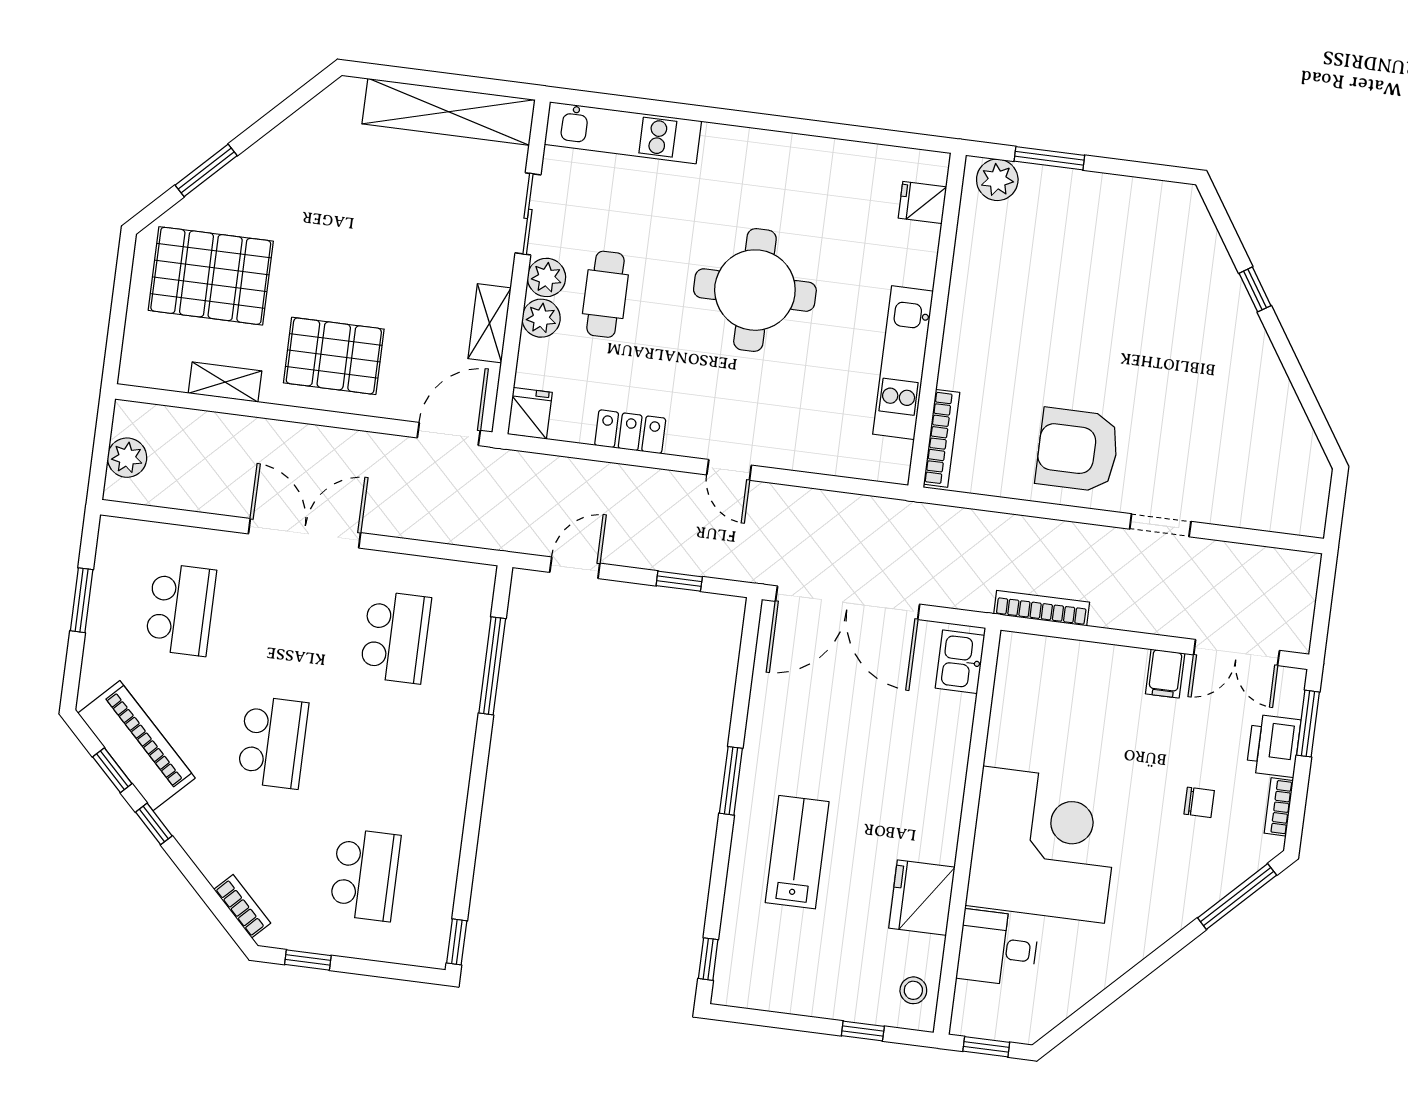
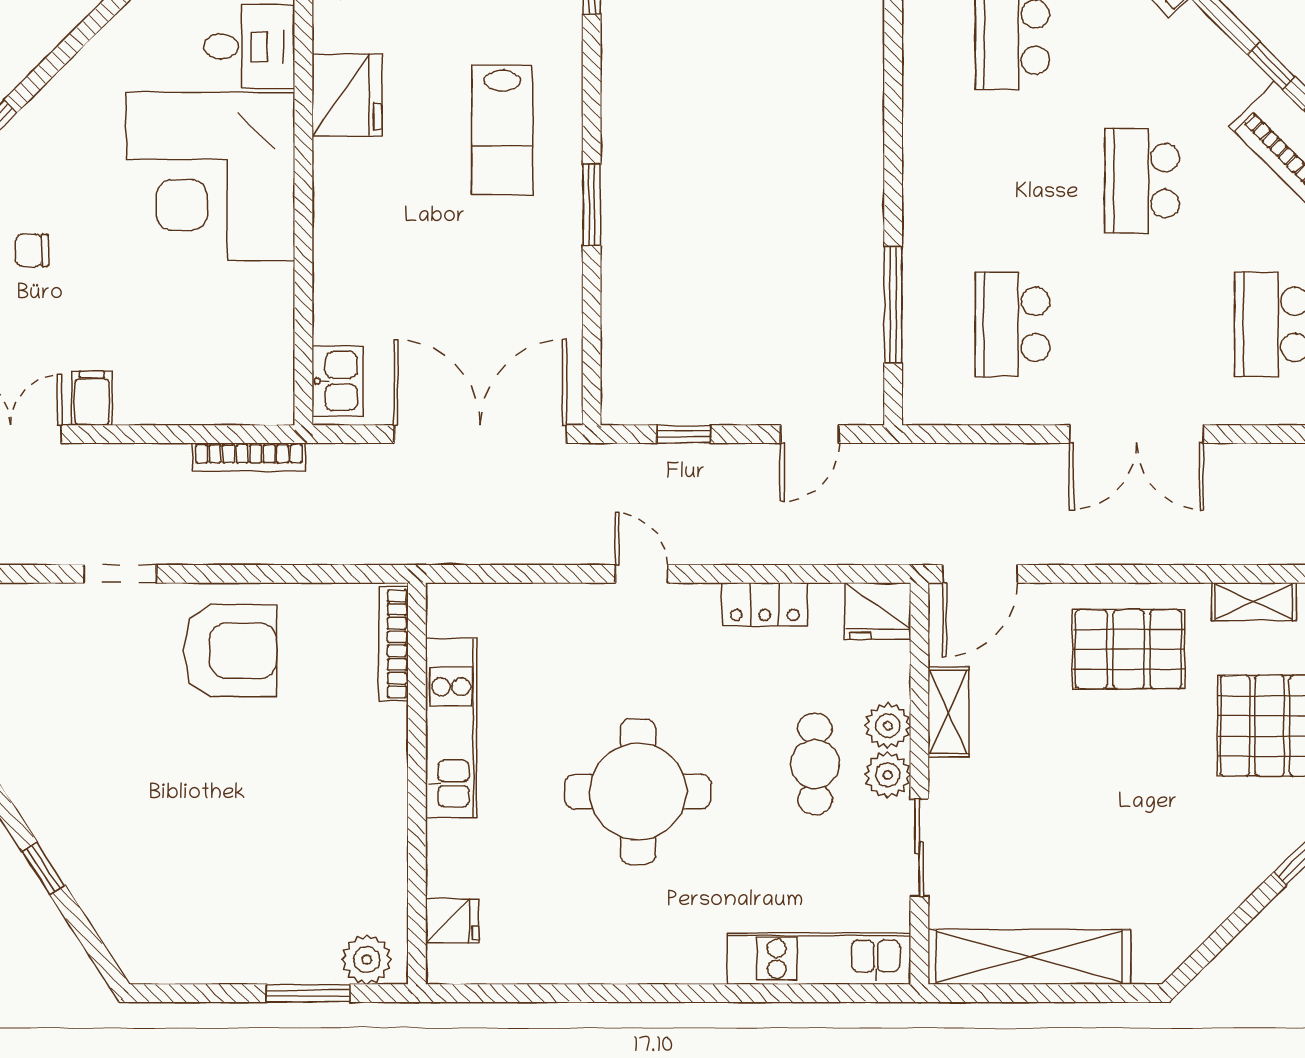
fridge: (530, 413) -> (878, 611), width x1.38

